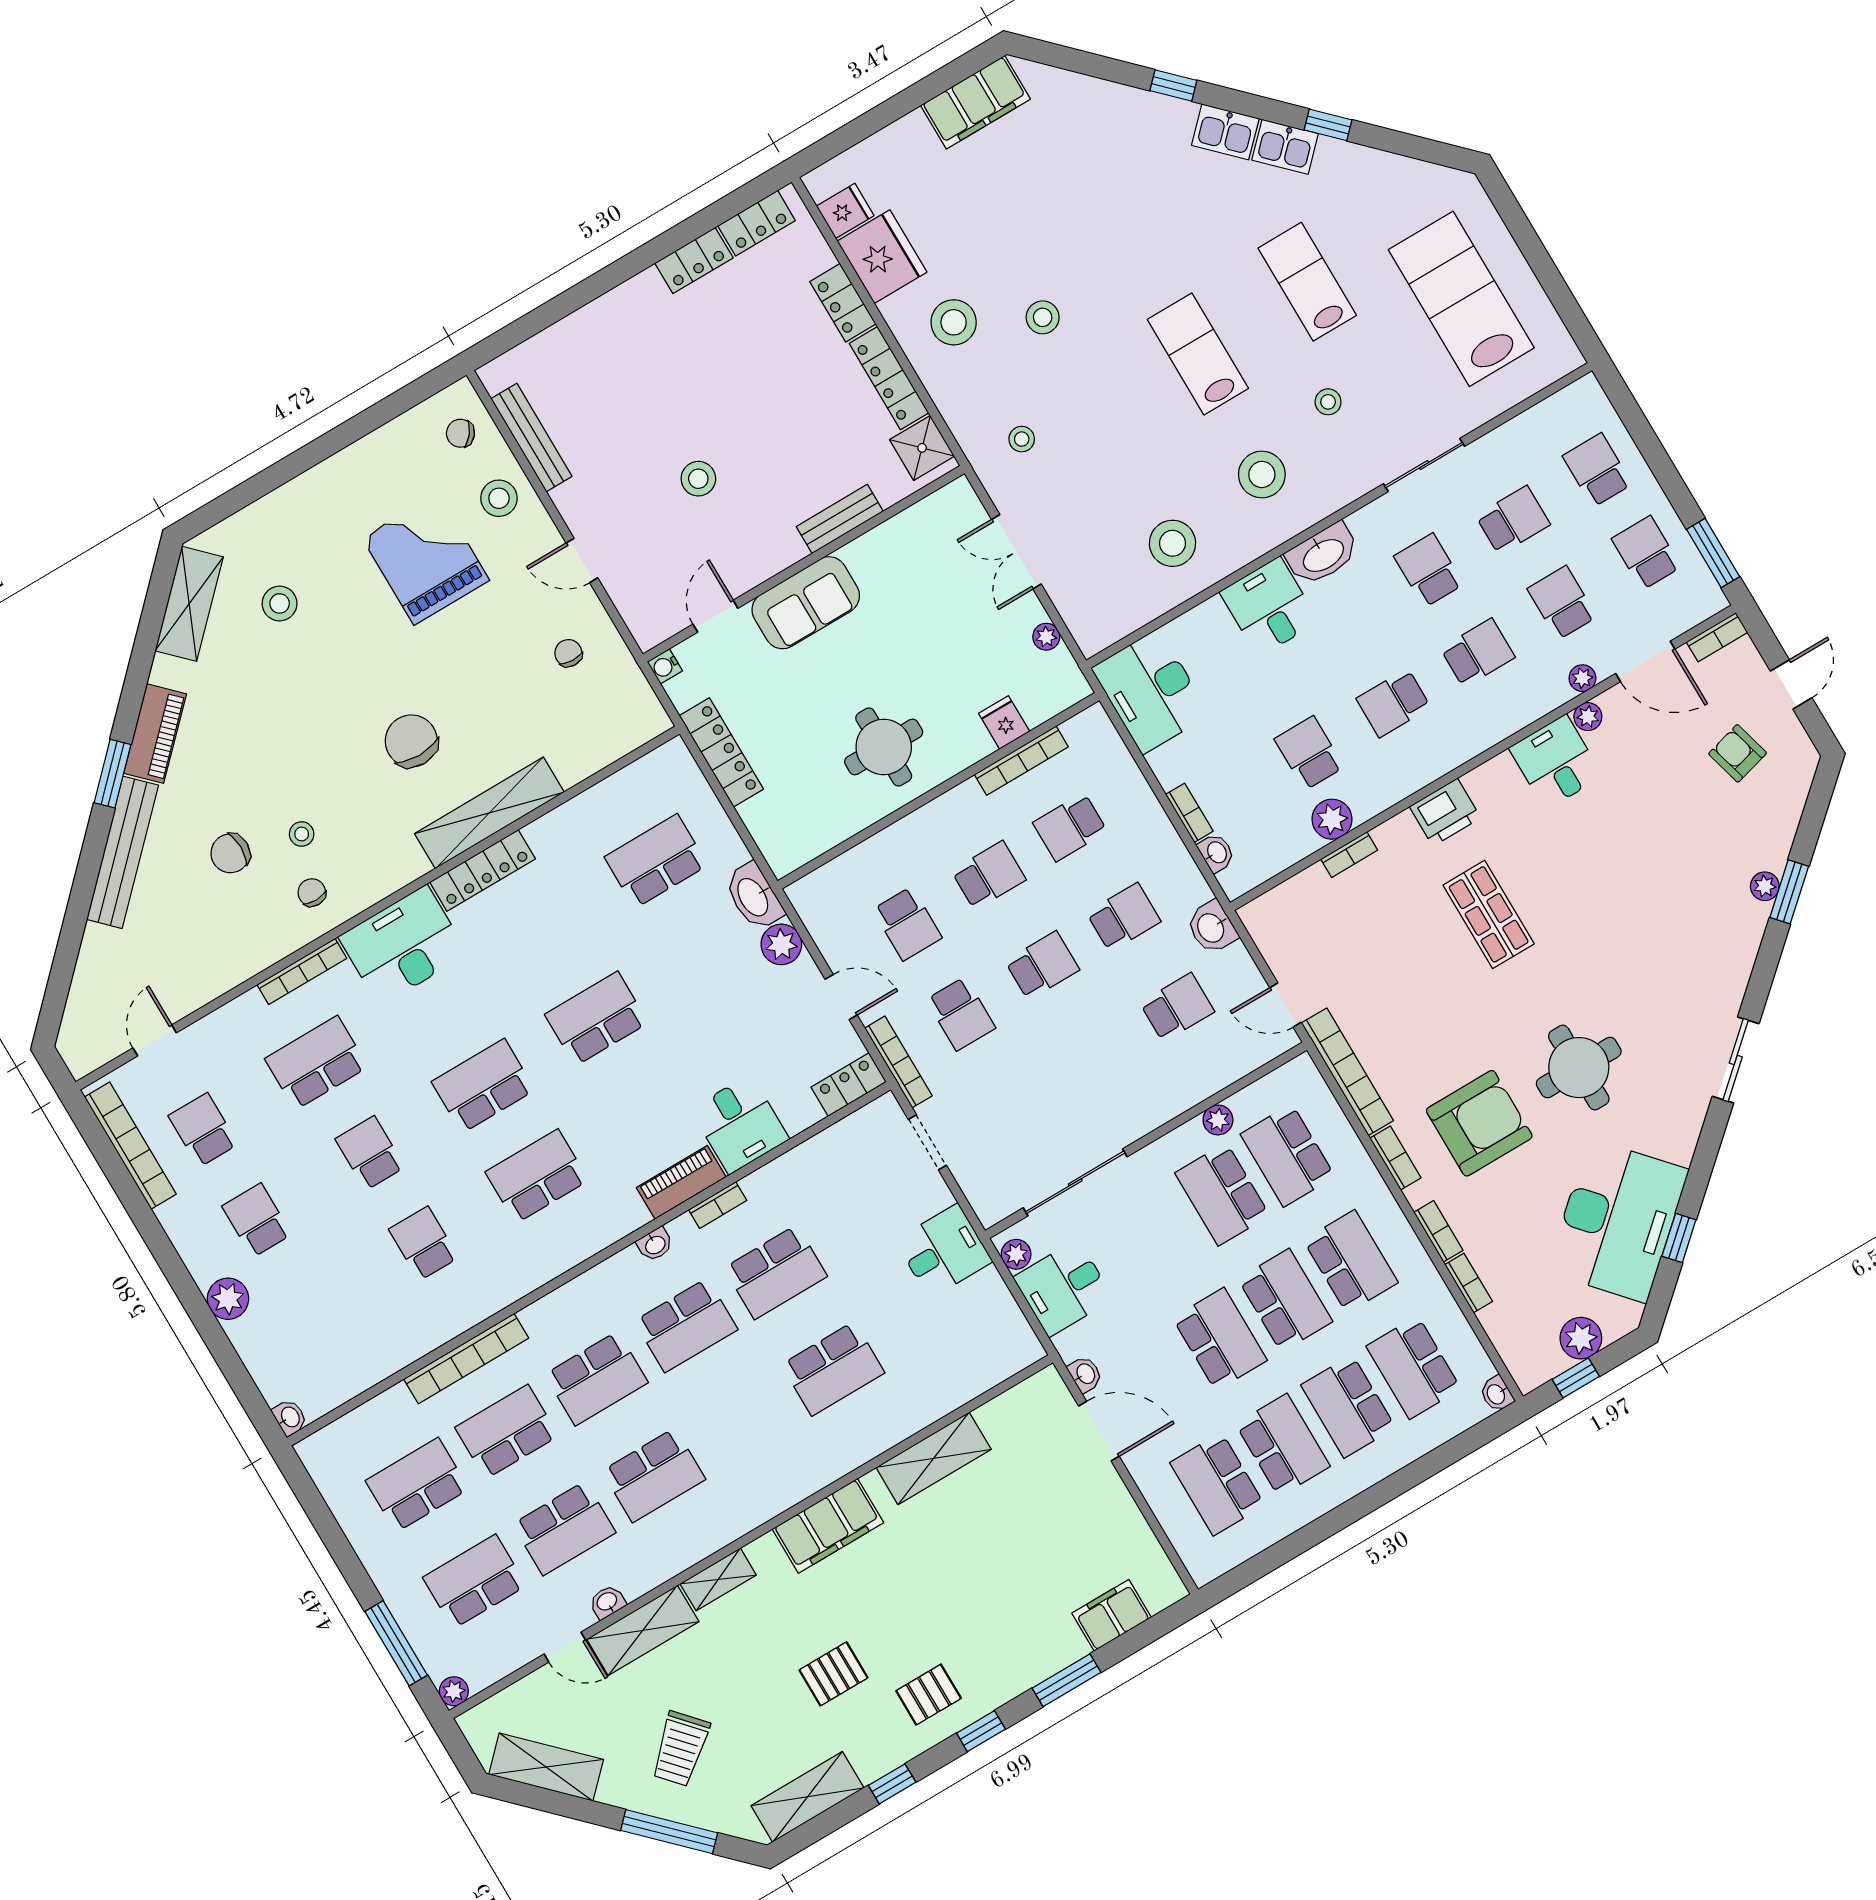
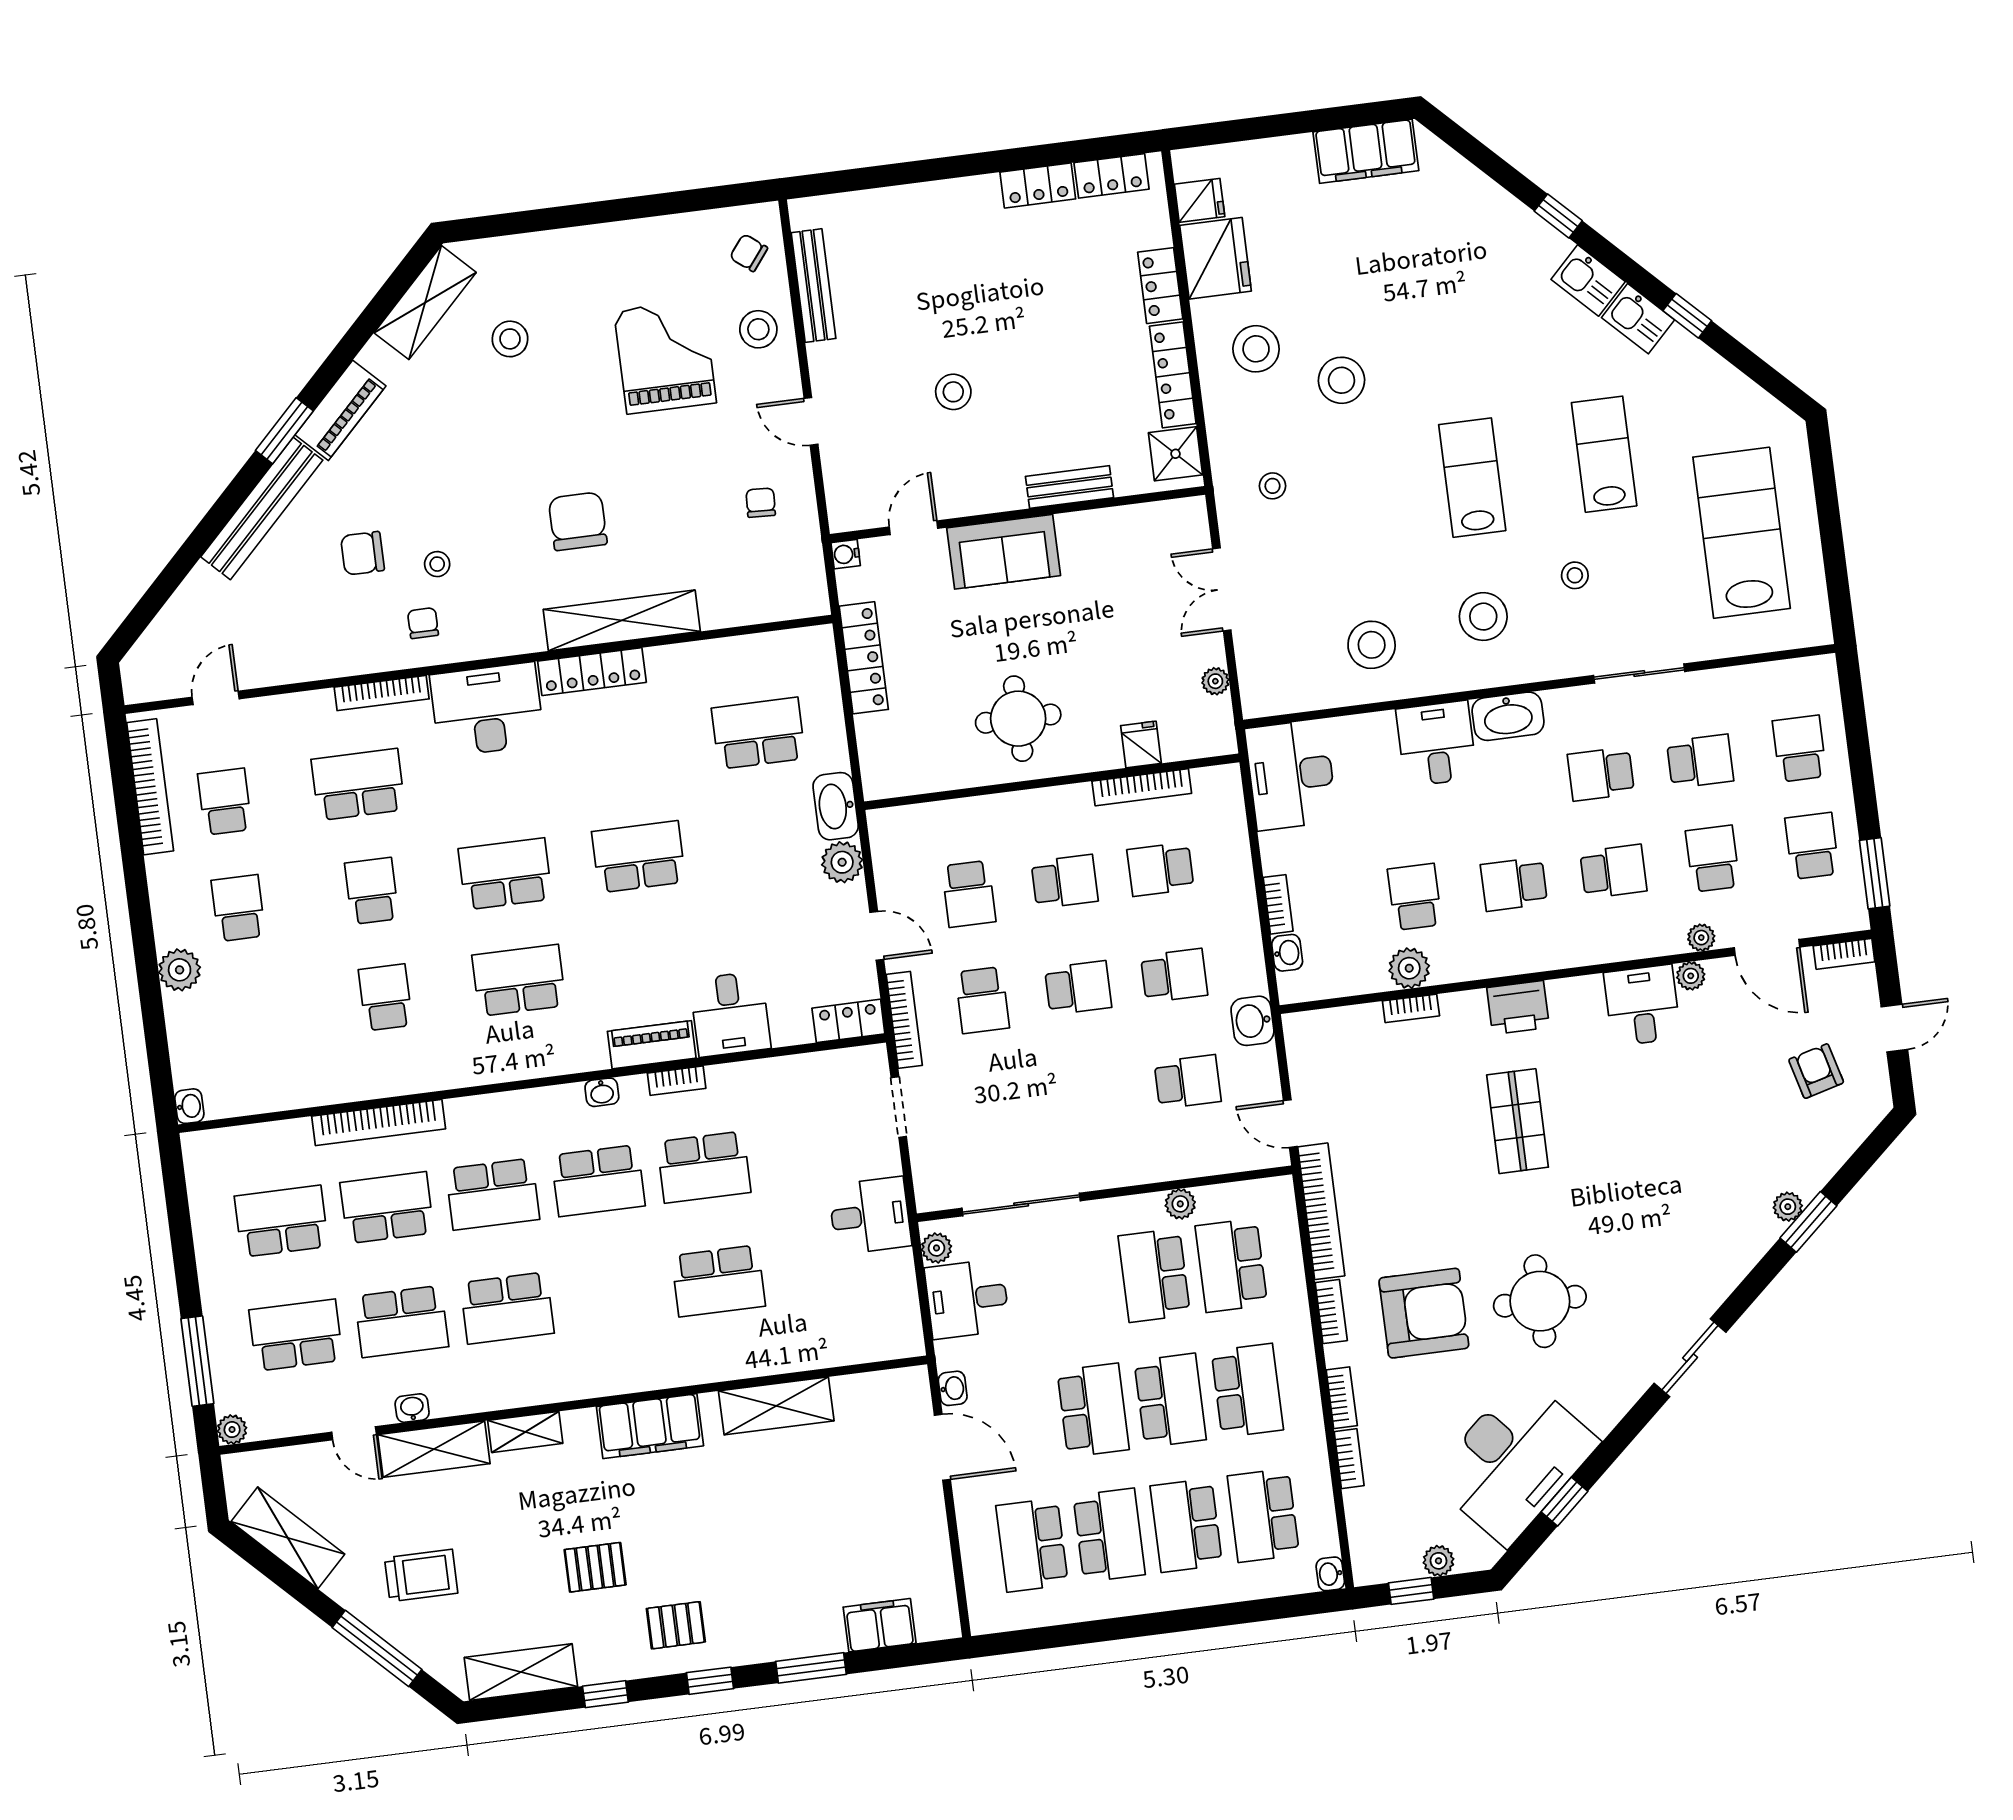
stool: (1043, 317) -> (1342, 380), width x1.38, depth x1.38
school desk: (1429, 570) -> (1601, 774), turned -90
plant: (1581, 1338) -> (1438, 1561), width x0.73, depth x0.73
trolley: (680, 1749) -> (421, 1575), turned -138

